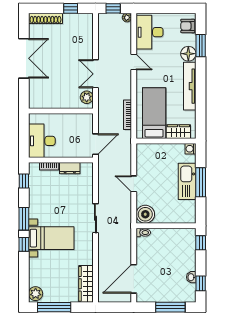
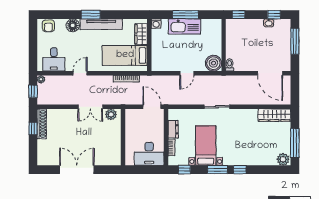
shoe rack: (45, 18) -> (42, 124), moved
desk: (150, 32) -> (54, 59), width x0.73
window: (201, 46) -> (91, 15), moved
bed with nightstands: (51, 238) -> (206, 146), moved

